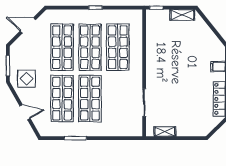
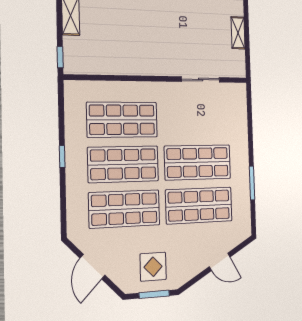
display table: (26, 79) -> (153, 267), moved
door: (25, 112) -> (220, 262), swing flipped
shelving: (165, 131) -> (238, 33), moved

